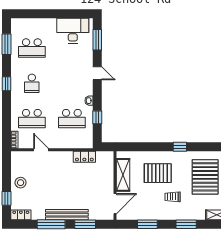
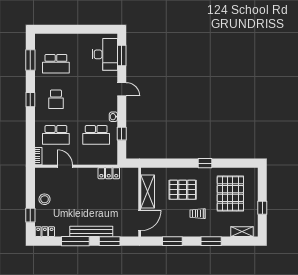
desk: (73, 31) -> (105, 54), moved, turned 90

